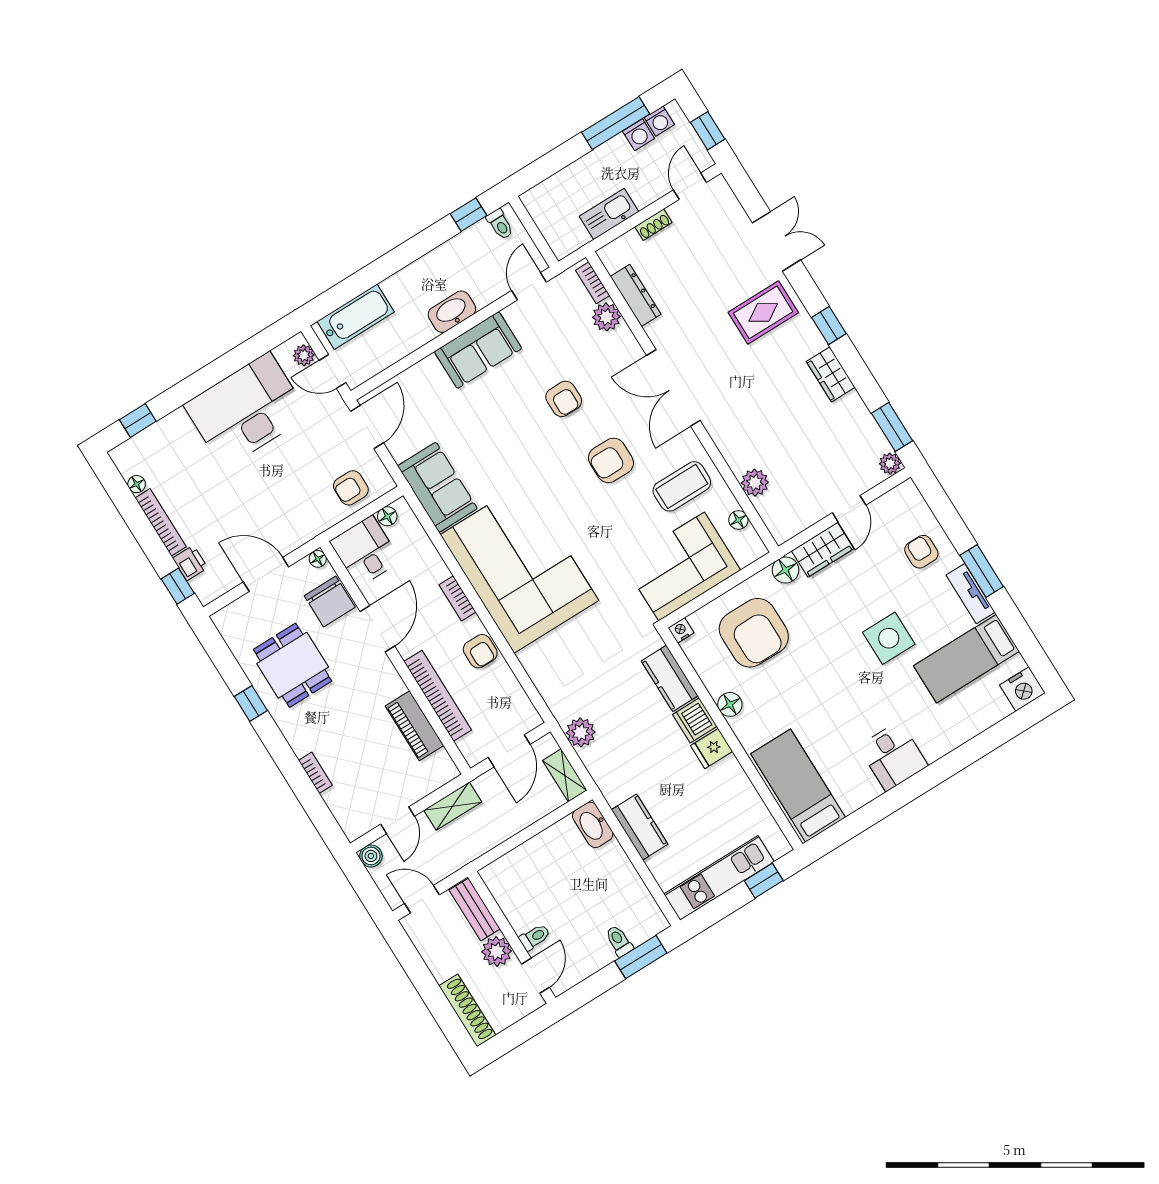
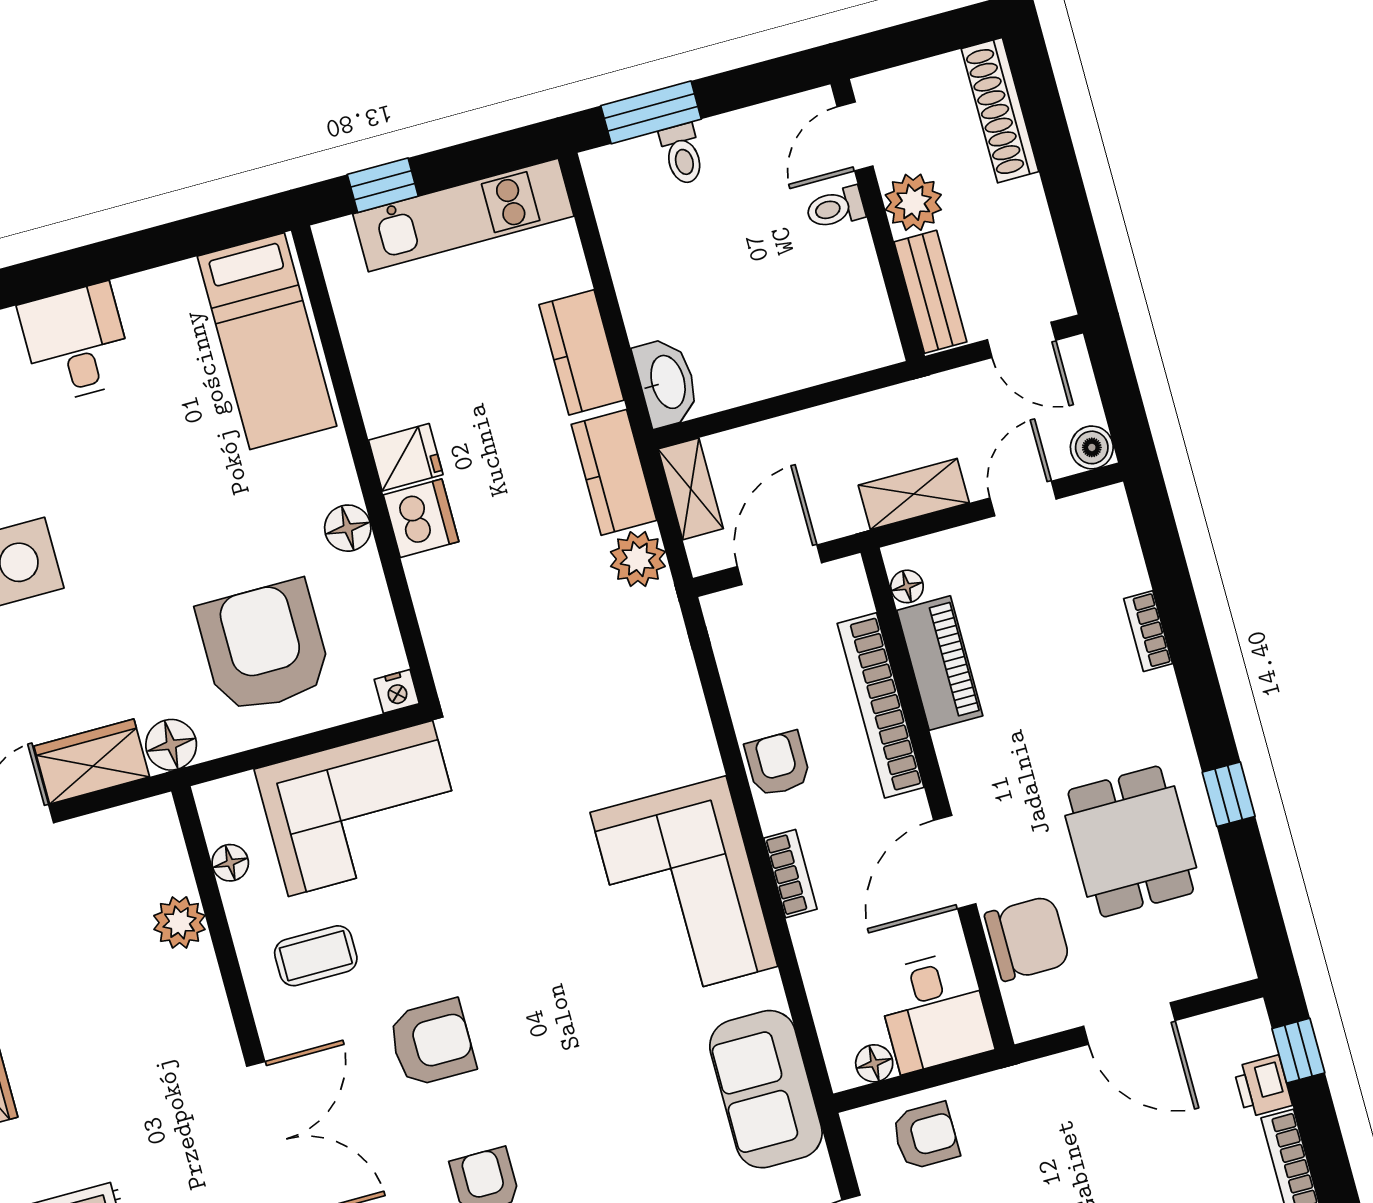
coffee table: (682, 486) -> (316, 956), width x0.73, depth x0.77
floor lamp: (318, 559) -> (907, 586), moved
corner sofa: (519, 568) -> (684, 889), width x0.73, depth x0.74
chair: (330, 601) -> (1027, 938), turned 90
kitchen counter: (670, 678) -> (614, 472), moved, turned 180

